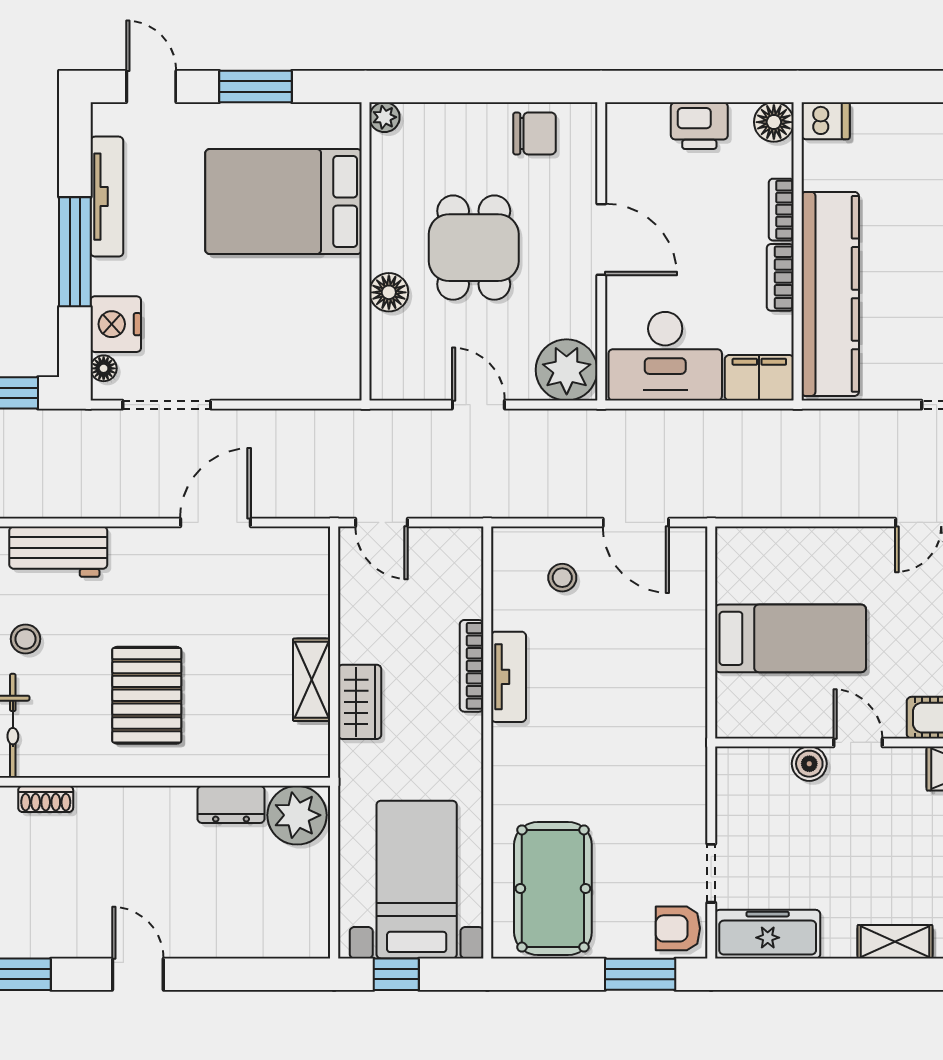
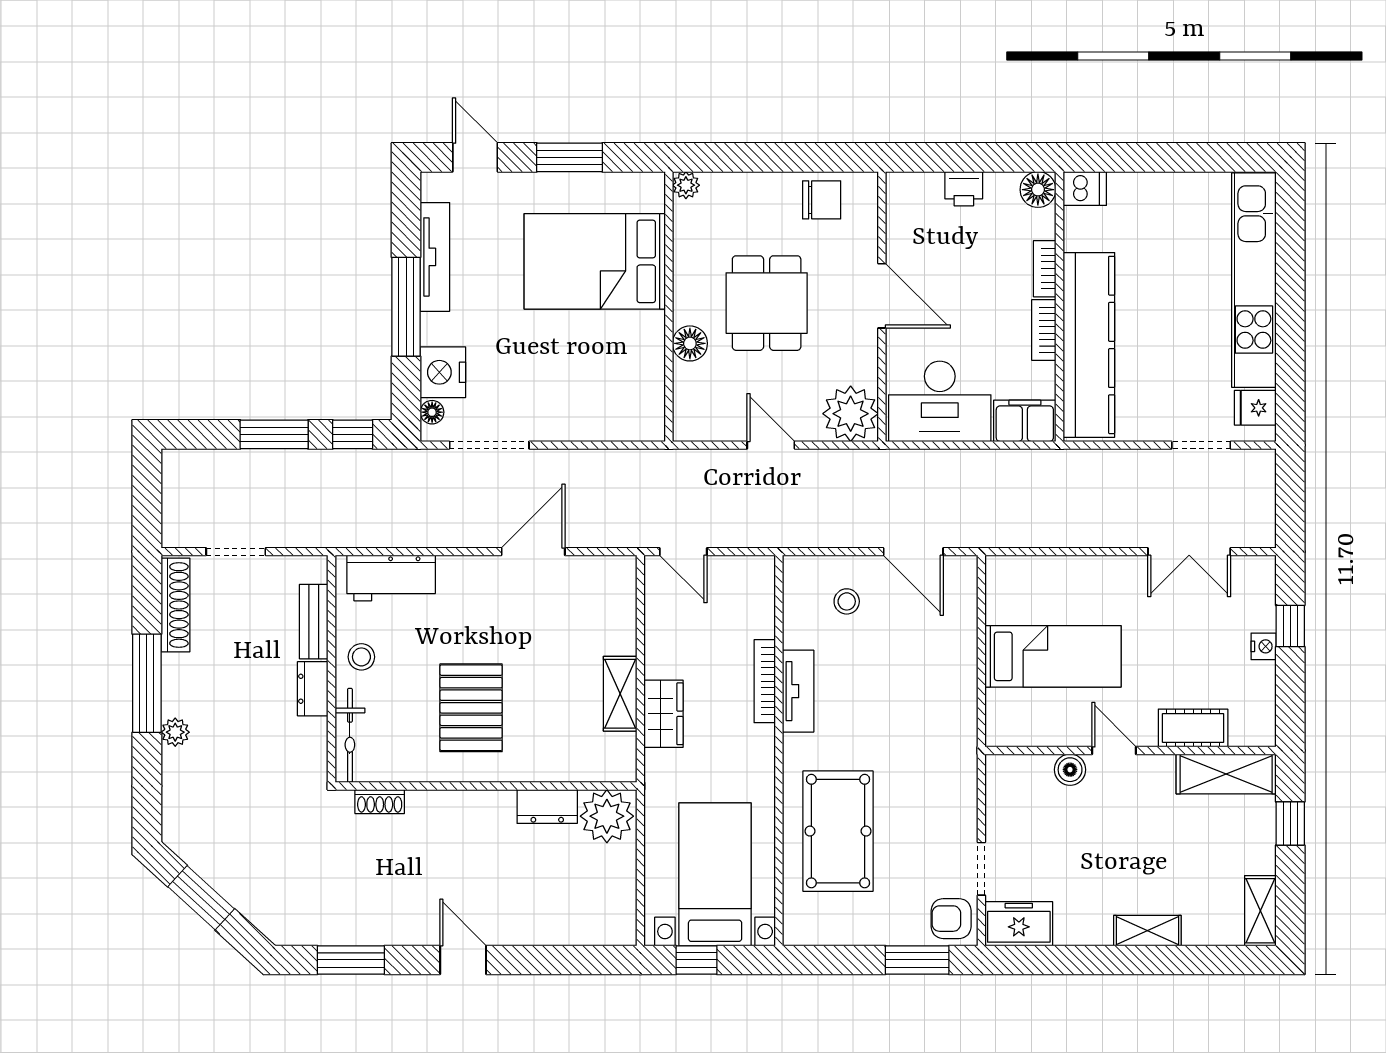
printer: (699, 126) -> (964, 189), width x0.73, depth x0.81
pool table: (553, 889) -> (838, 831), moved
freezer: (768, 934) -> (1019, 924), width x0.71

